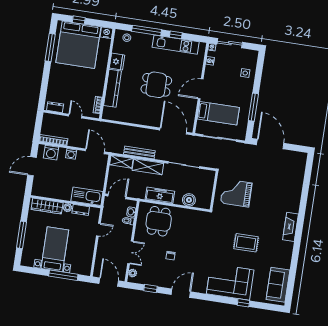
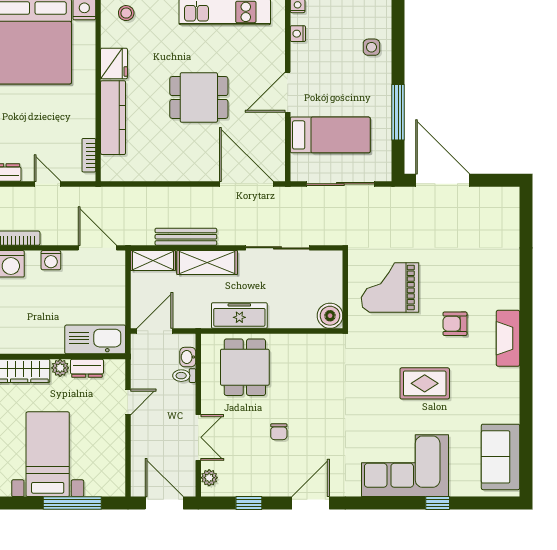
boiler: (189, 200) -> (330, 316), moved
armchair: (265, 216) -> (455, 324), added

